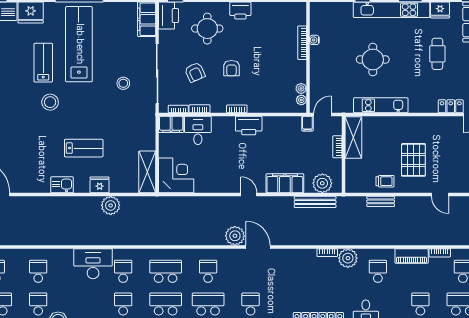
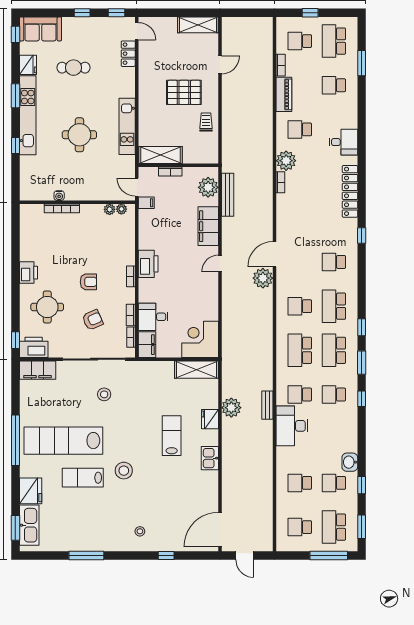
bench: (381, 201) -> (267, 405), moved

